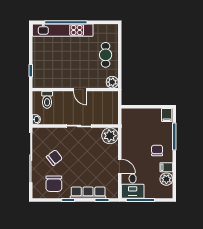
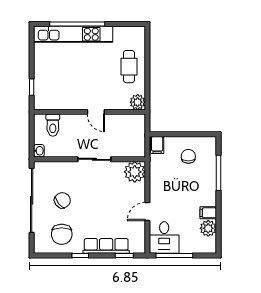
filing cabinet: (167, 115) -> (157, 145), moved
chair: (157, 150) -> (188, 156), moved
door: (120, 166) -> (147, 212), swing flipped

